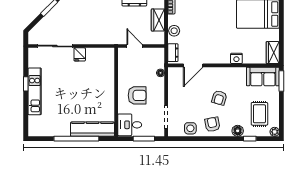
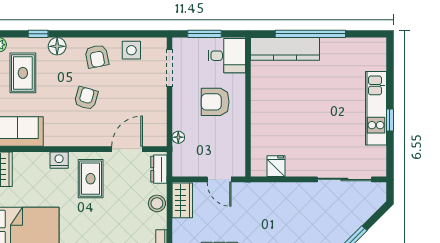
wardrobe: (158, 20) -> (182, 200), moved
rug: (216, 47) -> (91, 179), added
fridge: (80, 54) -> (276, 166), moved

